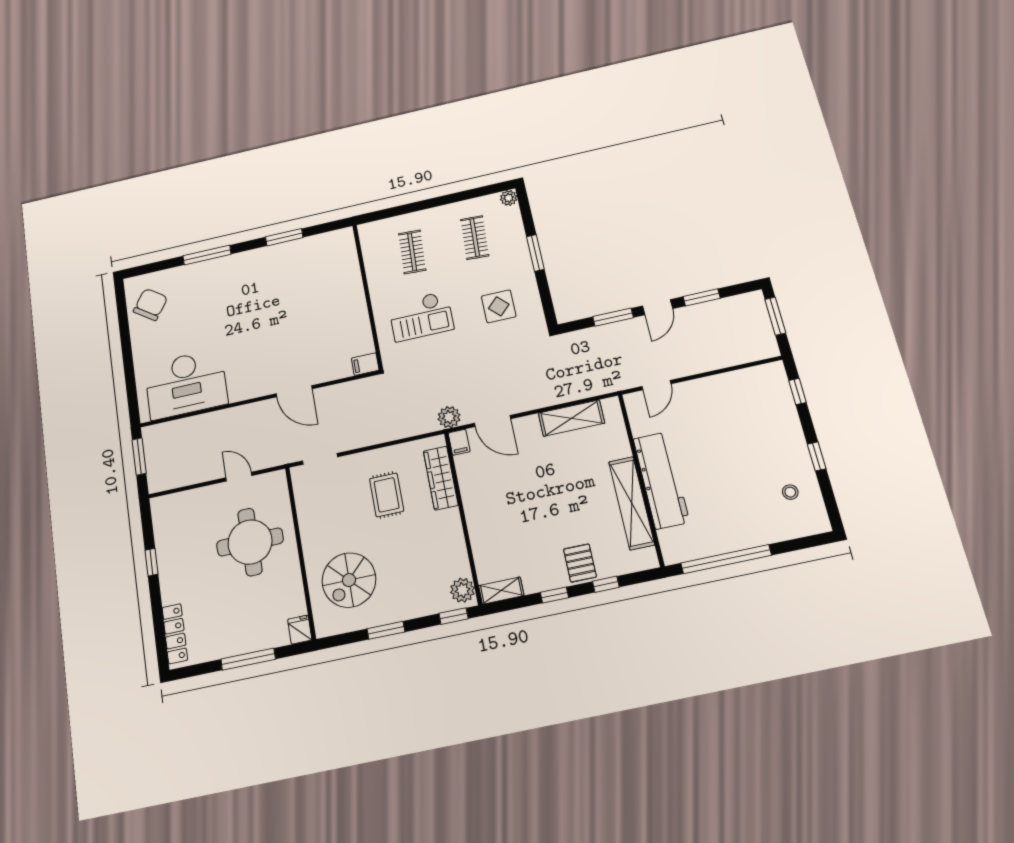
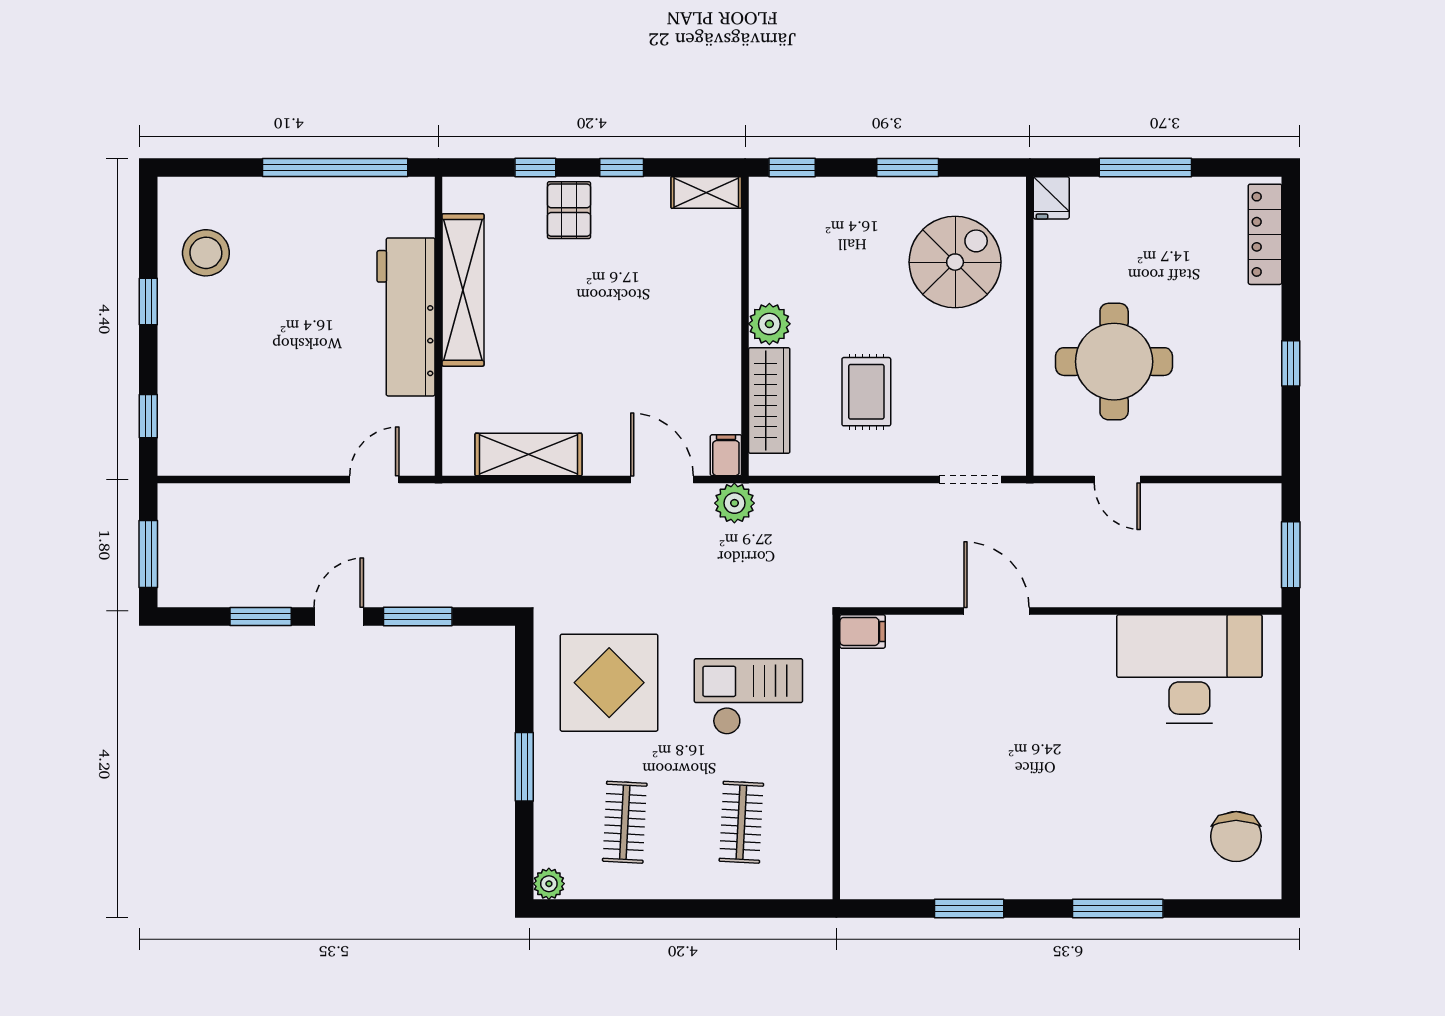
chair: (150, 304) -> (1236, 836), turned -35
display table: (499, 306) -> (609, 683), width x1.86, depth x1.86
stool: (790, 492) -> (206, 253), width x1.89, depth x1.89
plant: (462, 590) -> (769, 324), moved

